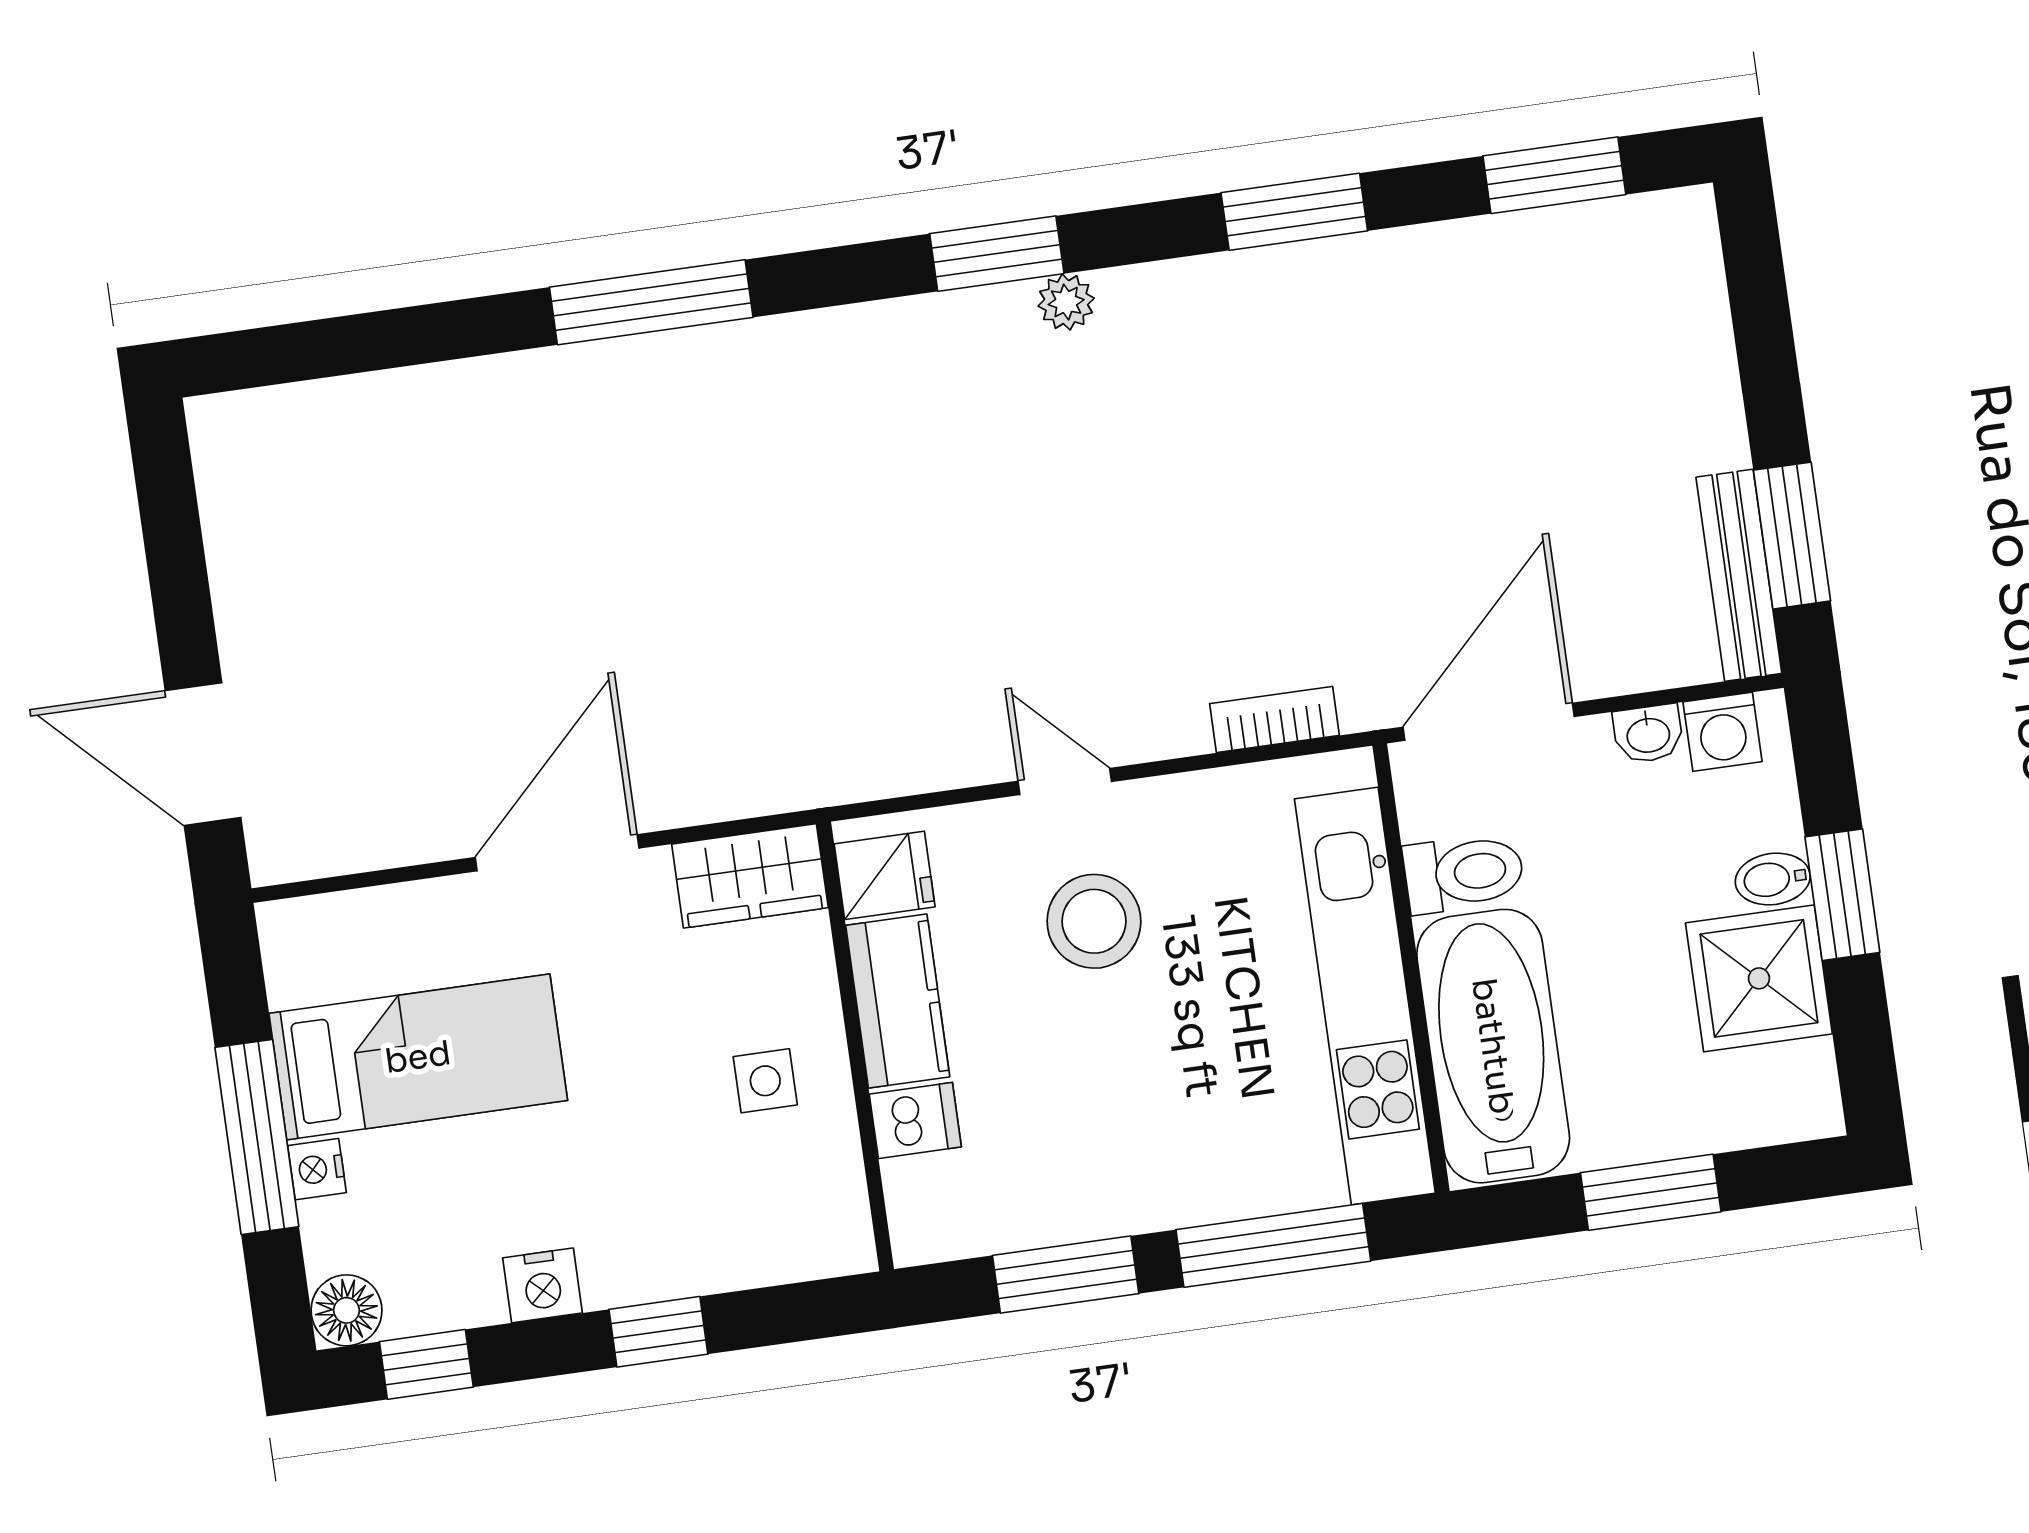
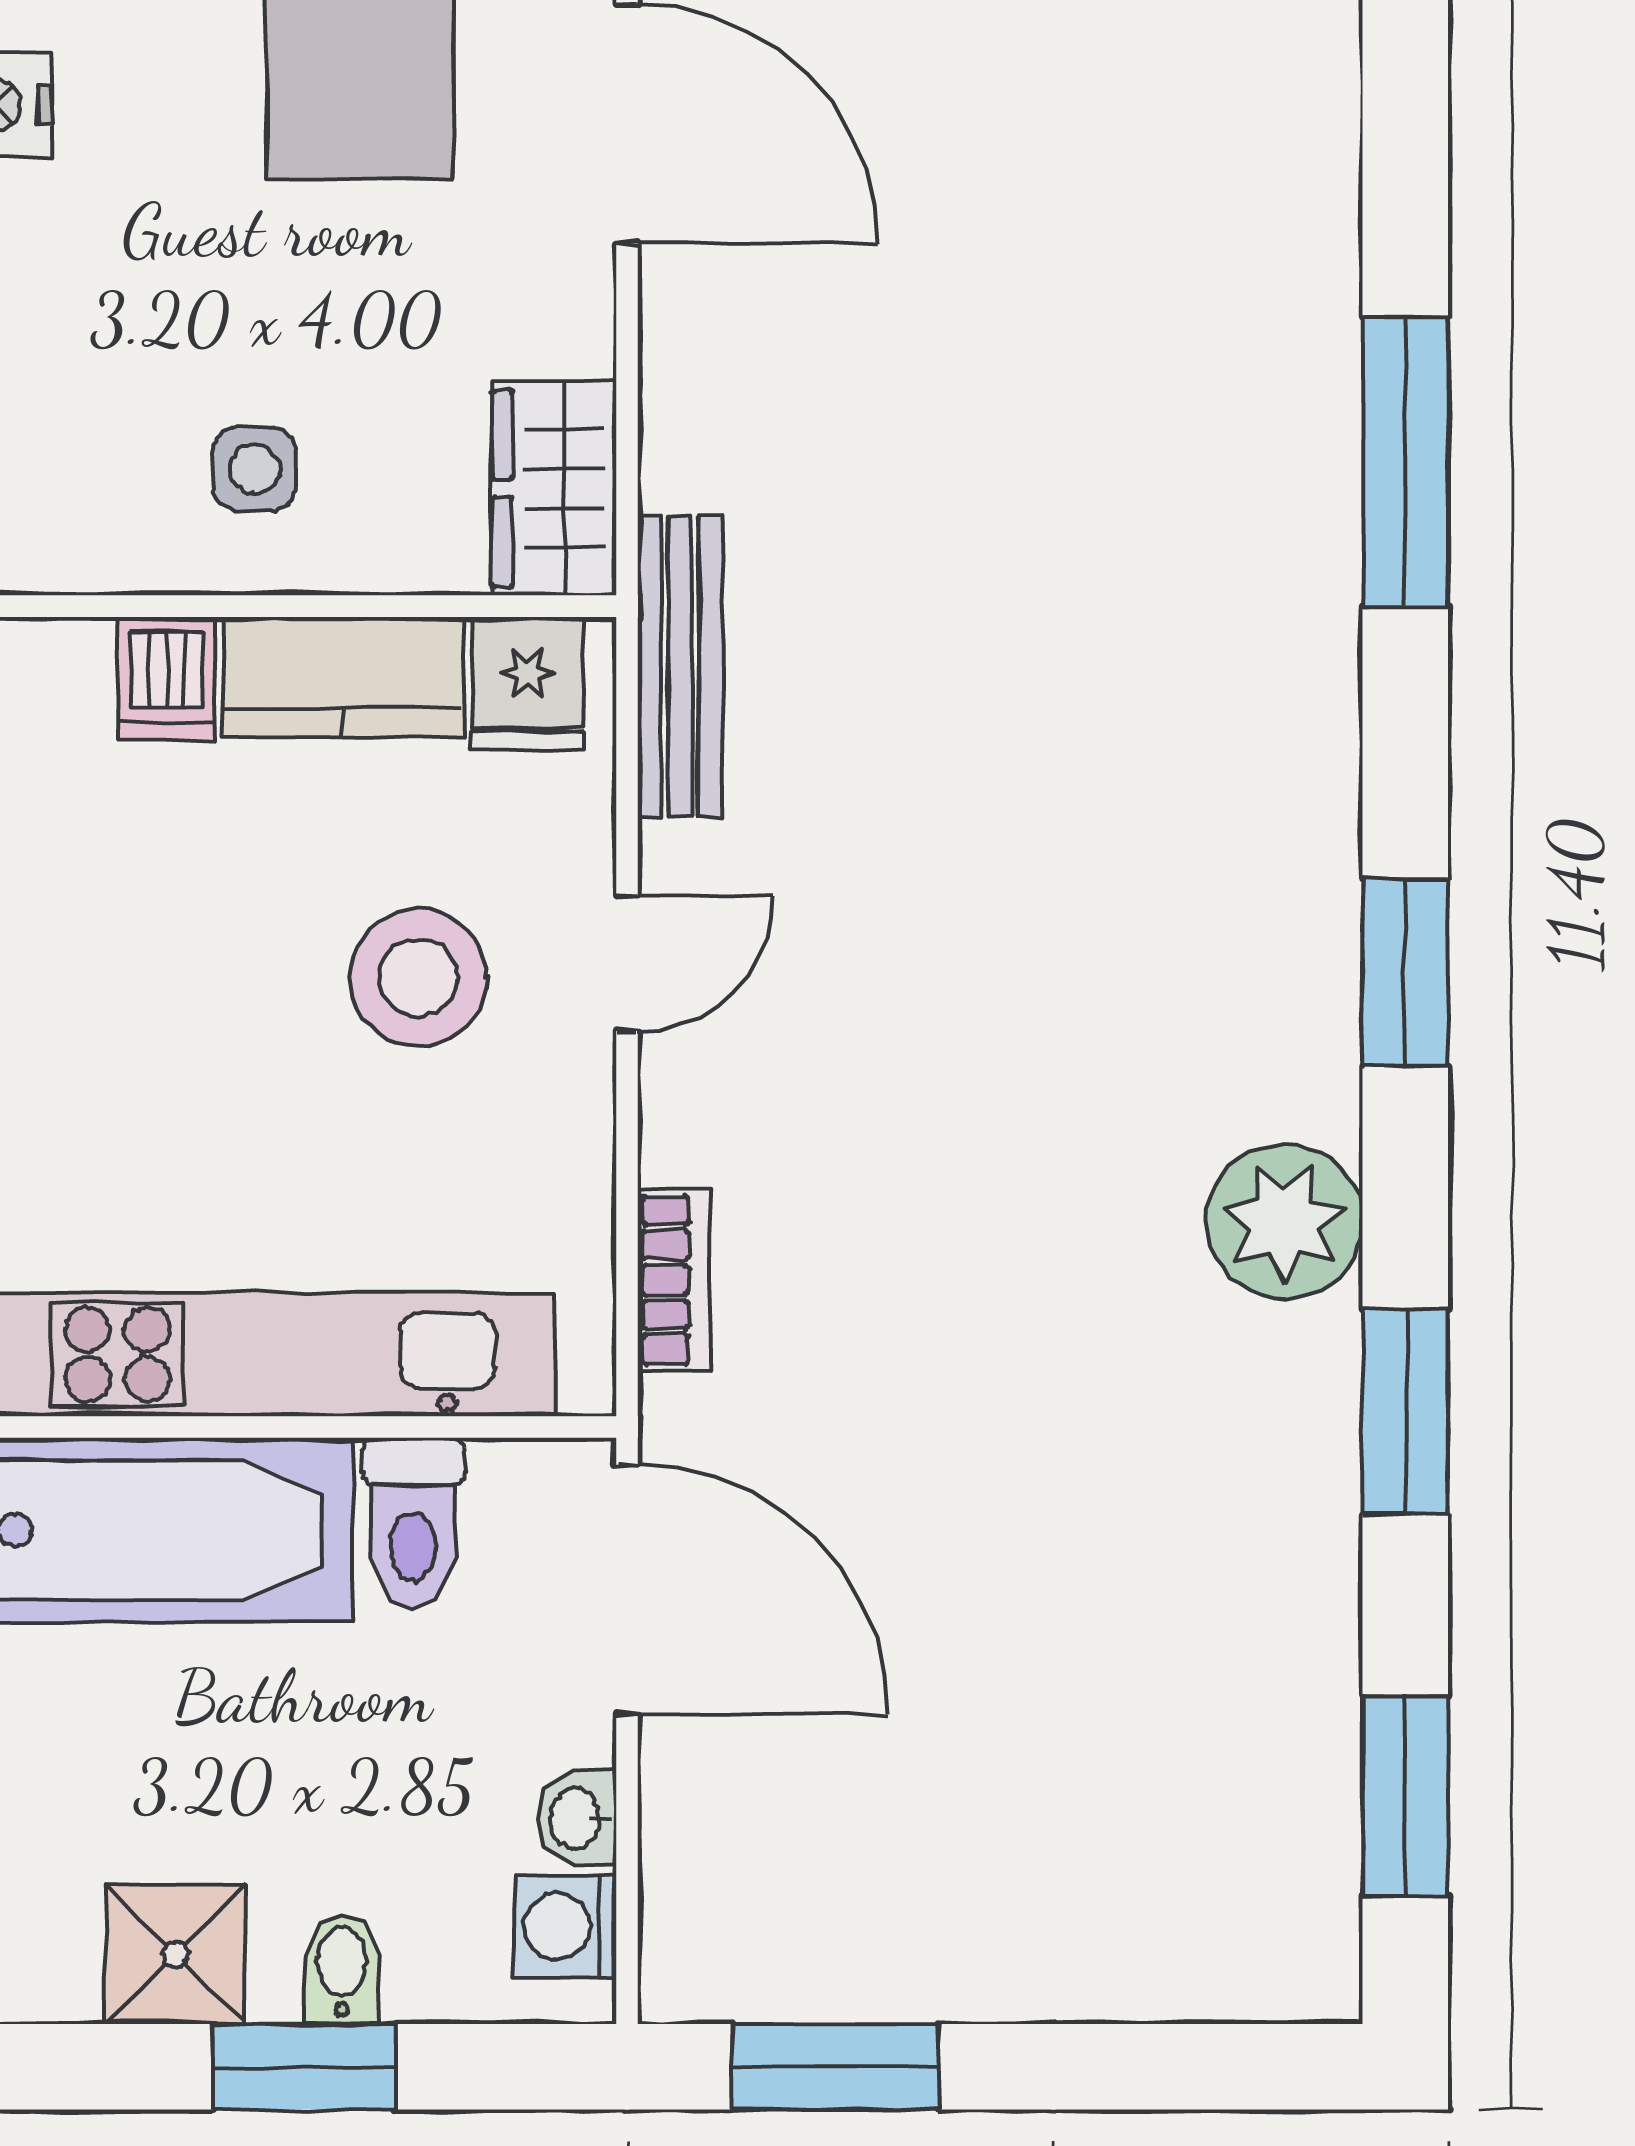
plant: (1066, 302) -> (1285, 1222), moved, width x1.88, depth x1.88
bench: (1739, 575) -> (680, 666), moved, turned 90
door: (557, 853) -> (627, 124), moved
shower: (1759, 978) -> (175, 1954), width x0.73, depth x0.73

